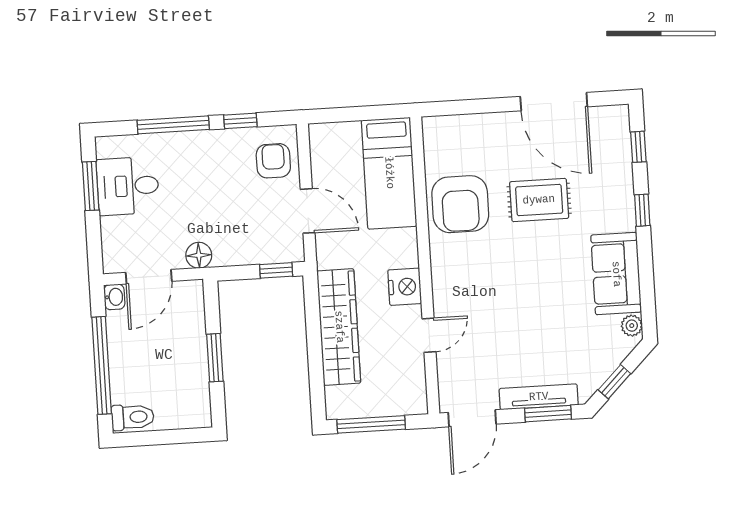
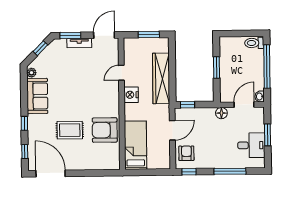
door: (554, 102) -> (51, 173), moved
window: (240, 121) -> (189, 172), moved
armchair: (273, 161) -> (186, 153), turned 180
window: (91, 186) -> (268, 135), moved
armchair: (460, 204) -> (105, 130), turned -90
door: (308, 211) -> (172, 130), swing flipped
tv unit: (539, 397) -> (79, 43), width x0.71
window: (371, 424) -> (149, 35), width x0.69

